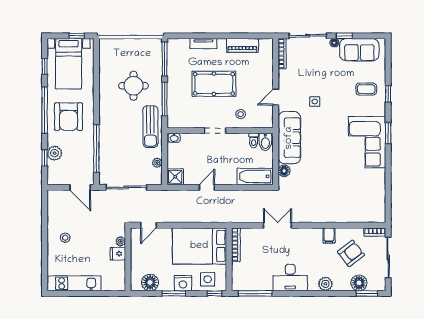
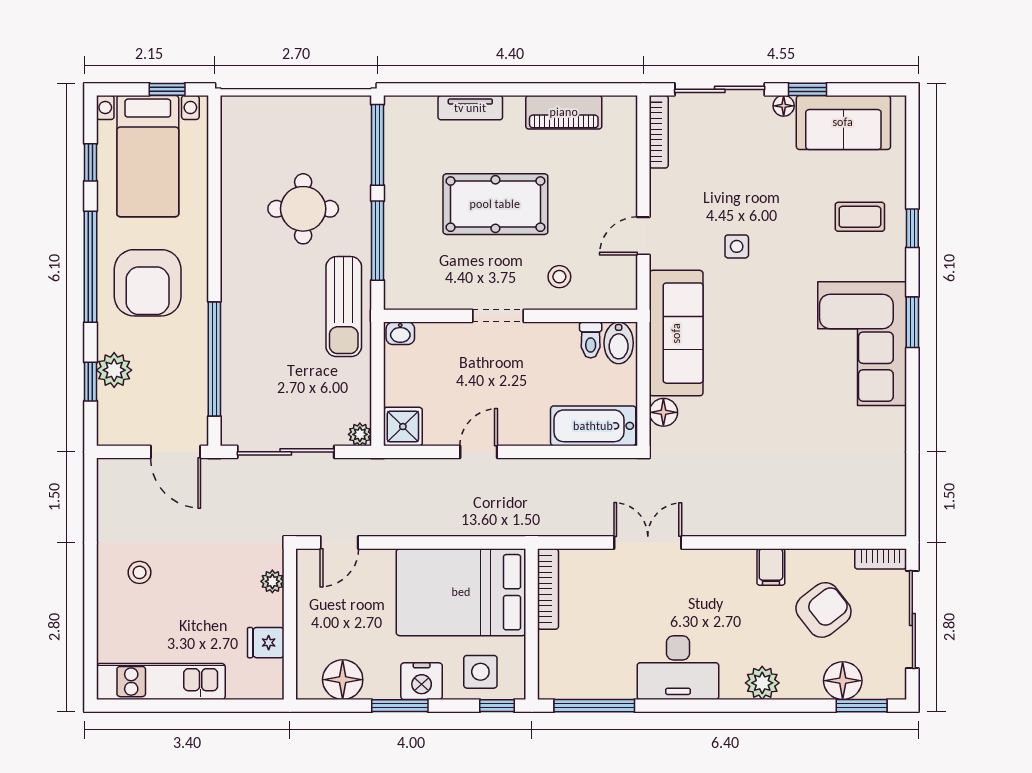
plant: (157, 163) -> (360, 434), moved
fridge: (118, 254) -> (266, 643), moved

